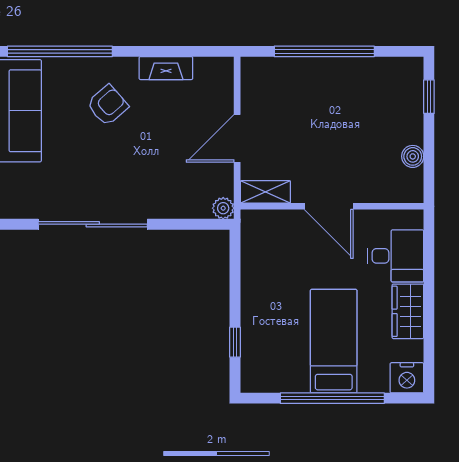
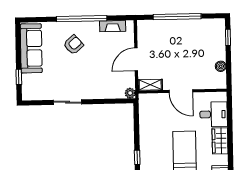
window: (60, 51) -> (82, 19), moved
fireplace: (166, 68) -> (113, 26), moved
sliding door: (93, 224) -> (68, 102), width x0.54

